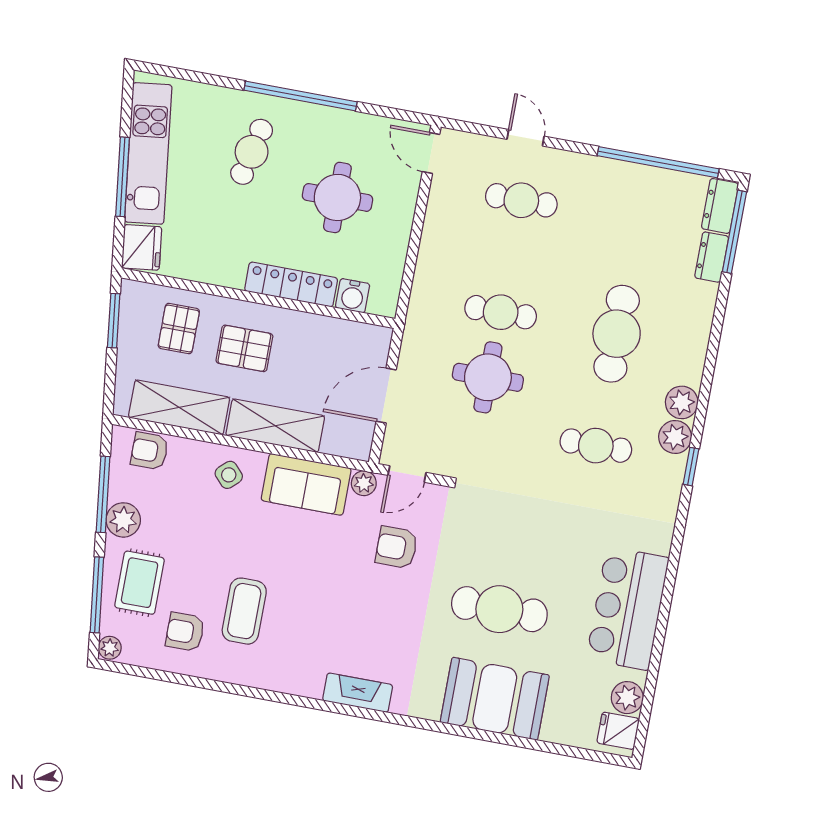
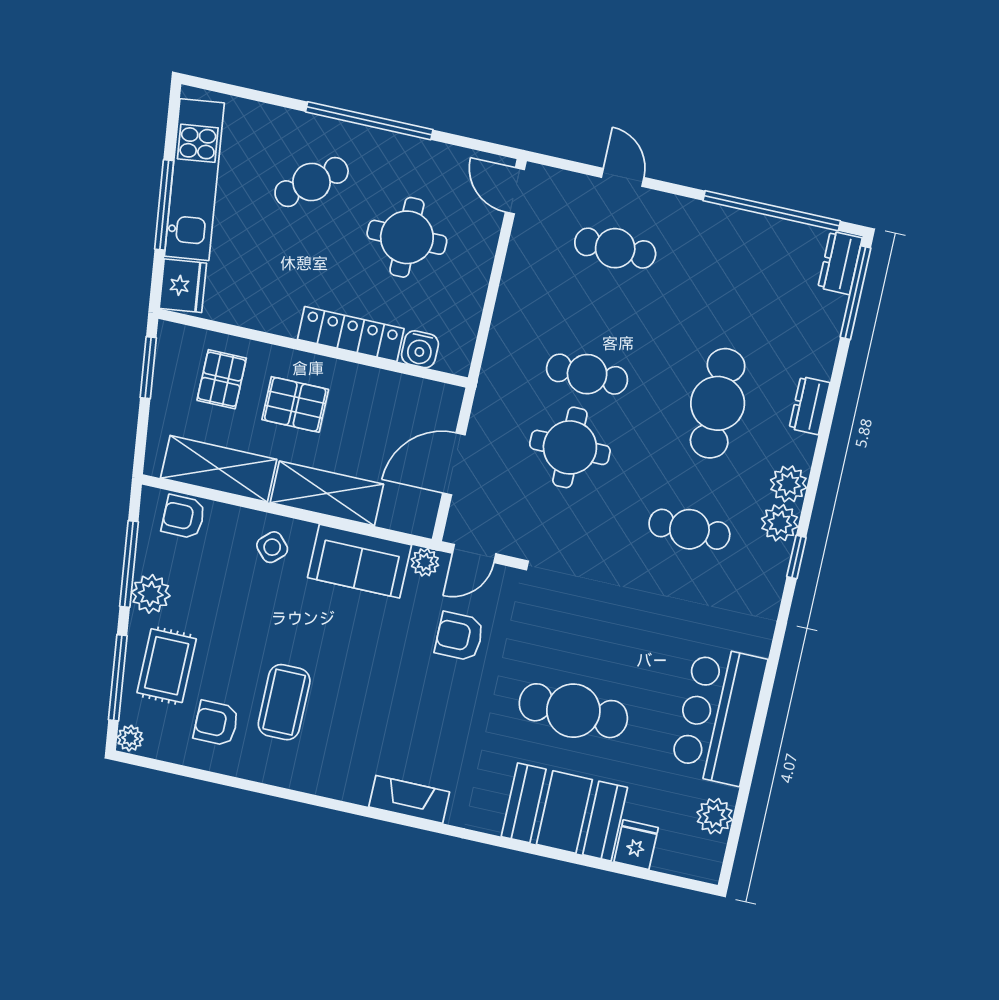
cafe table: (252, 152) -> (312, 182), turned 39
dresser: (712, 257) -> (810, 406), moved
fridge: (618, 731) -> (636, 845), moved, turned 90

